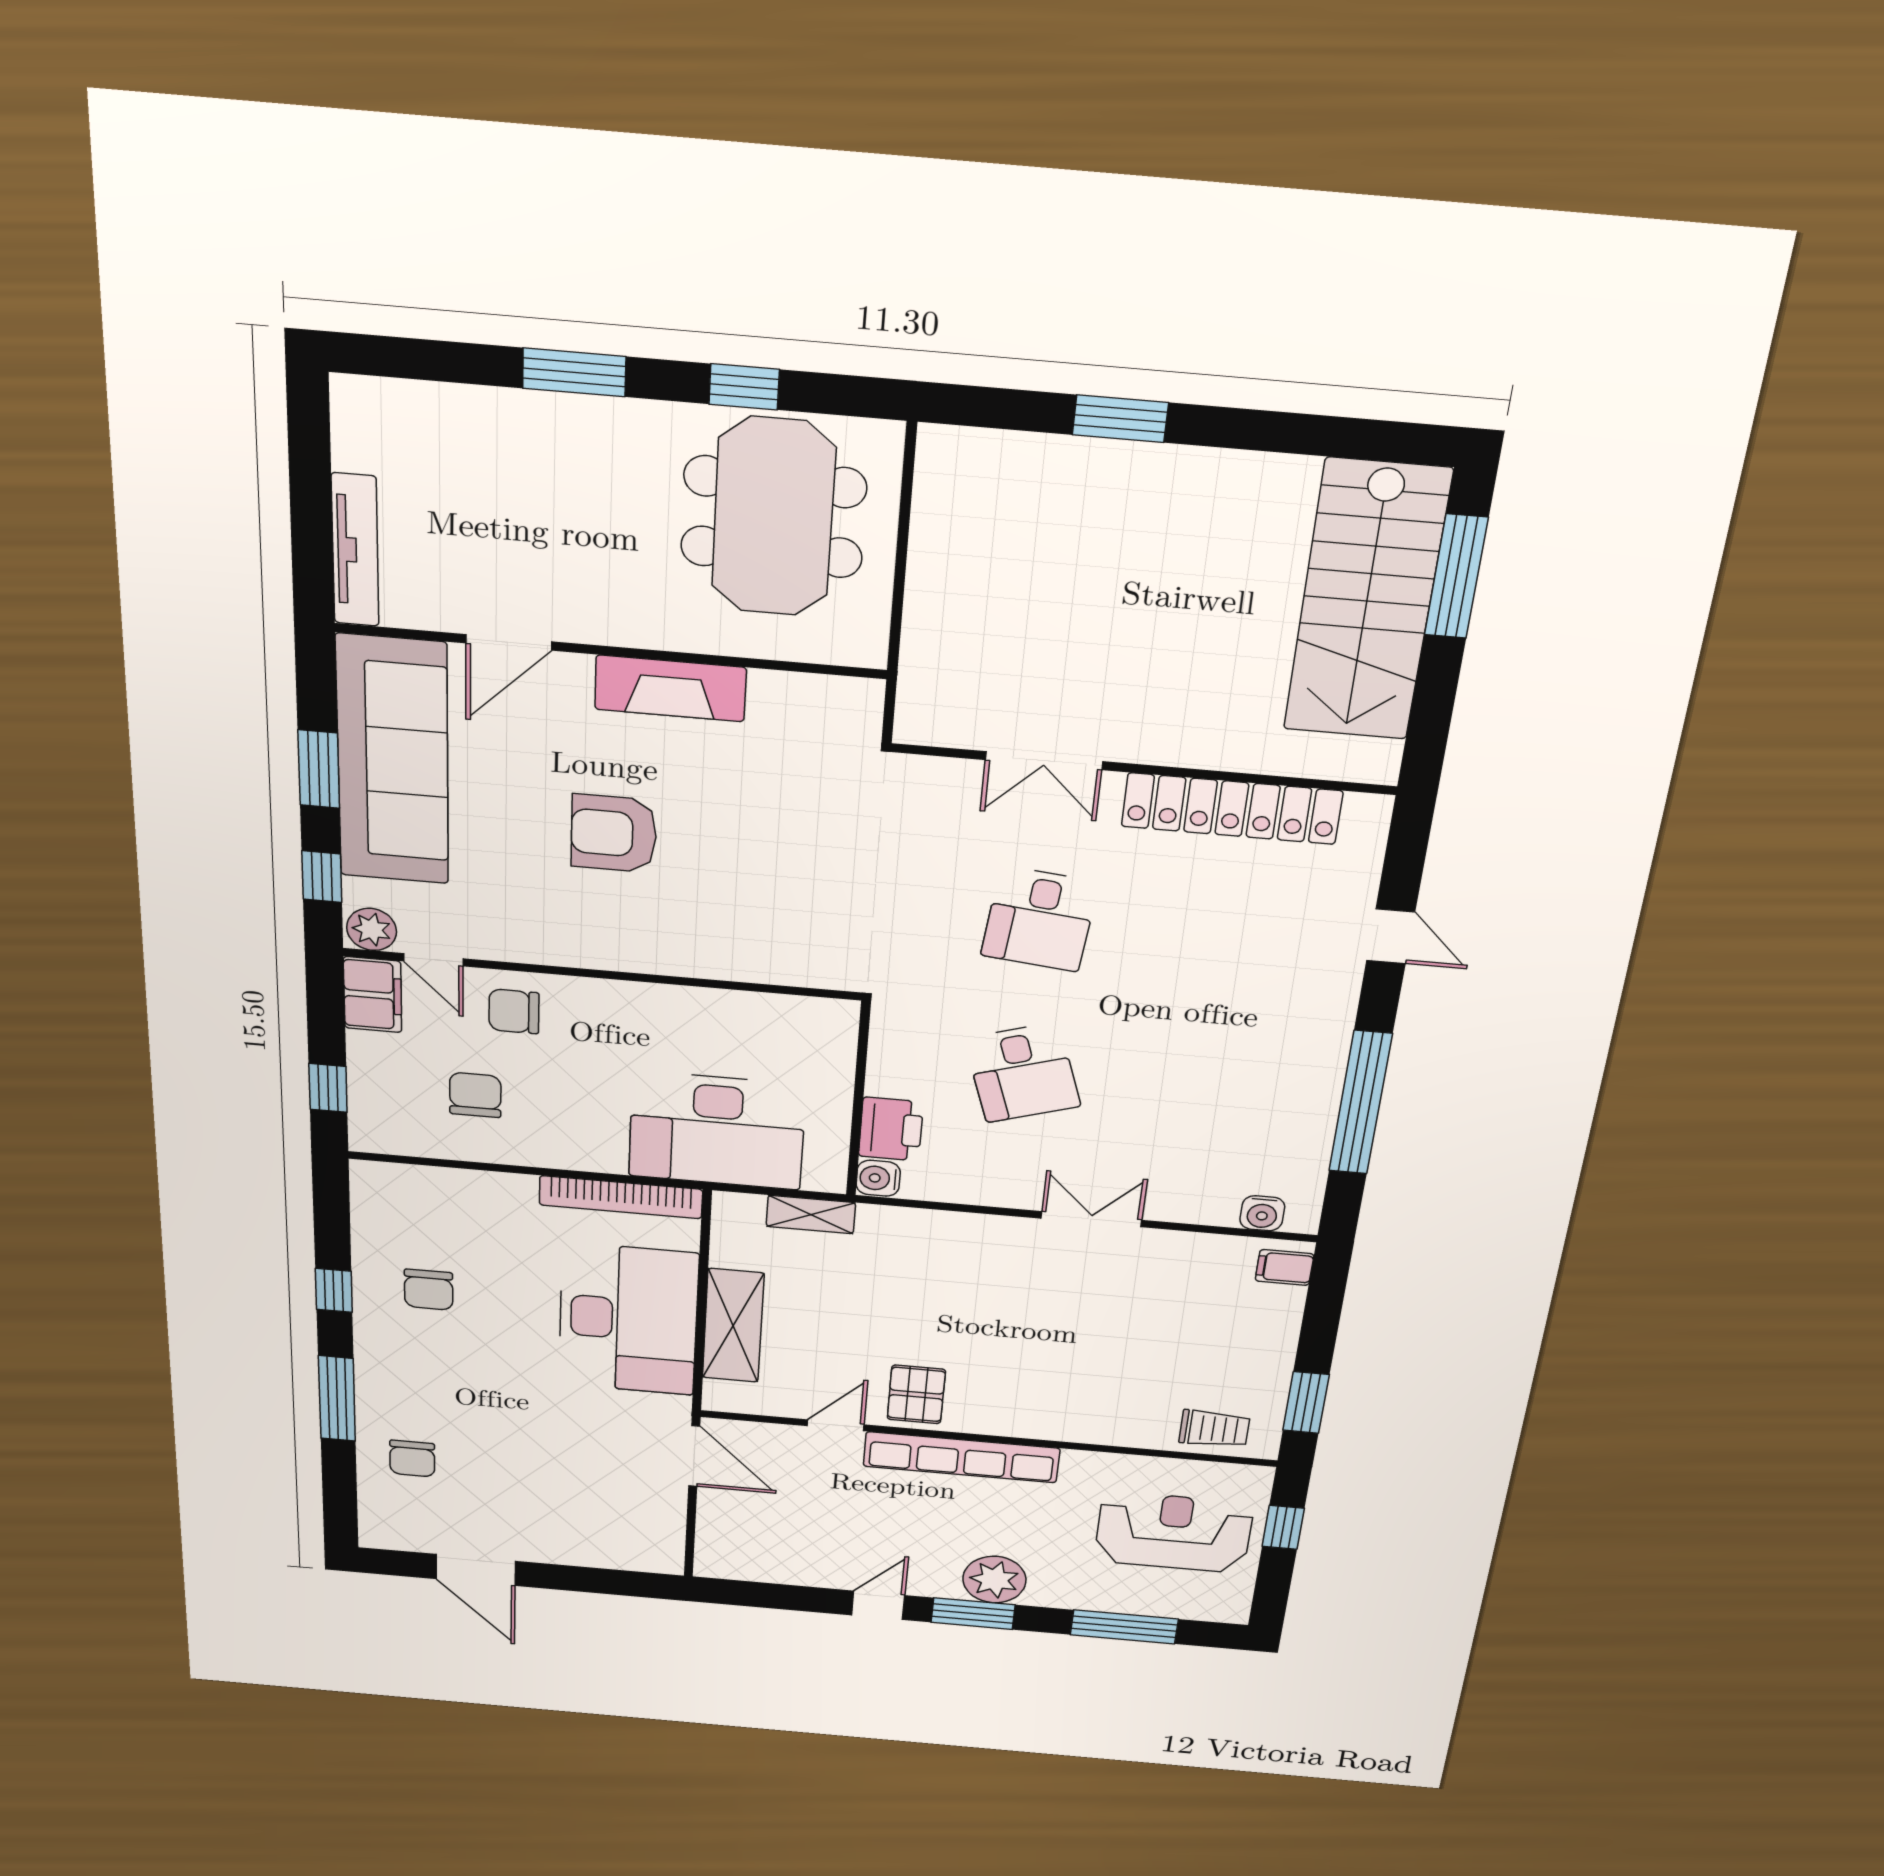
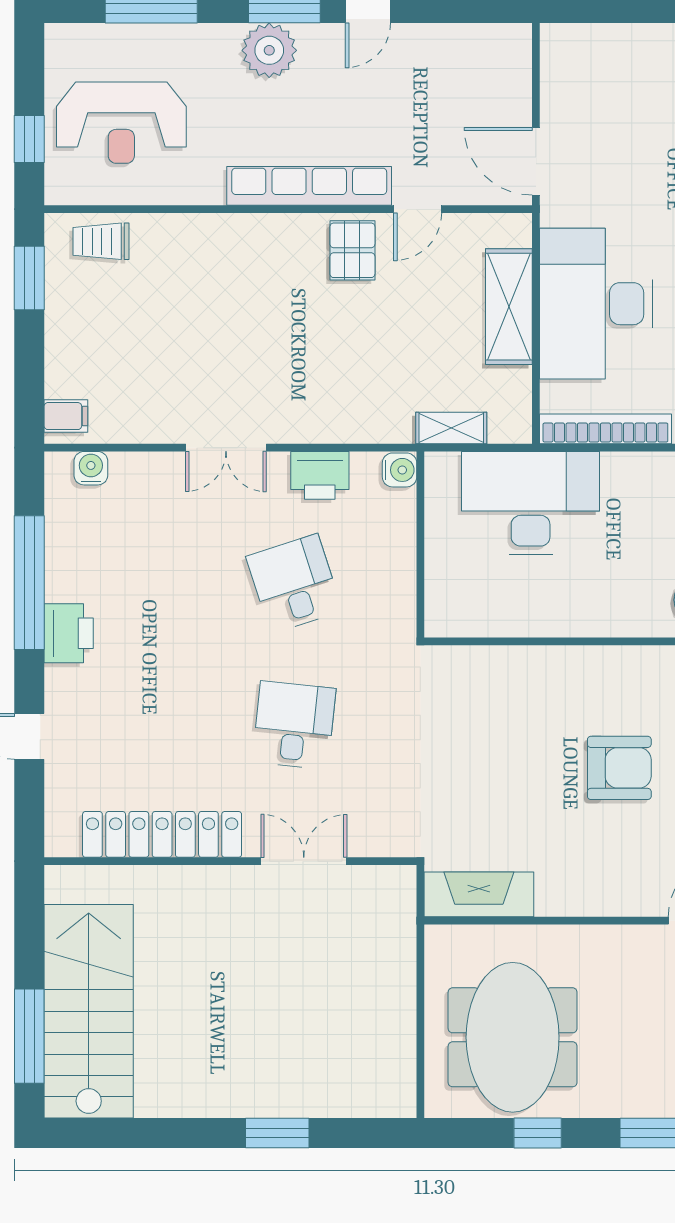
fireplace: (670, 688) -> (479, 894), moved
printer: (1319, 1045) -> (69, 633), added
printer: (891, 1129) -> (320, 475), moved, turned -90

